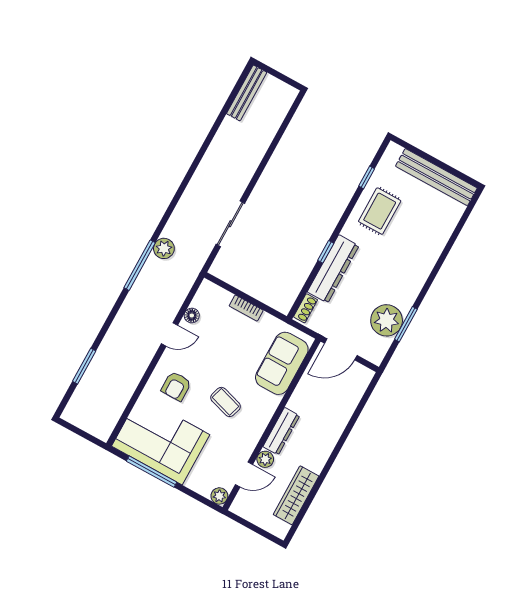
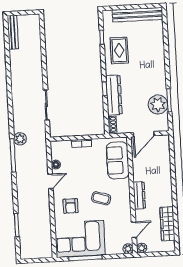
plant: (265, 459) -> (142, 248), moved

